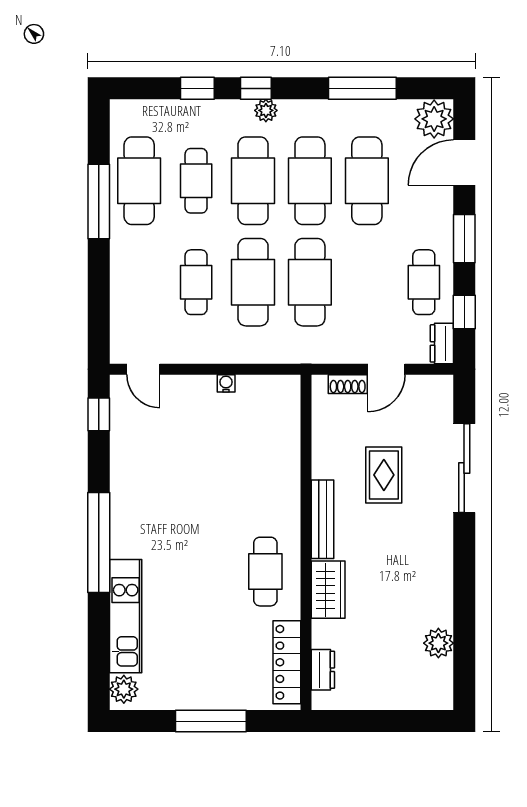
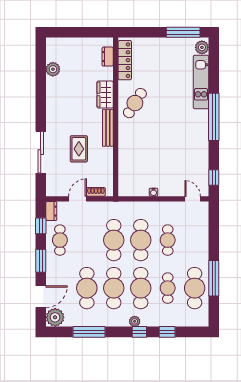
cafe table: (265, 572) -> (135, 103), turned 32
window: (211, 721) -> (183, 32), moved

